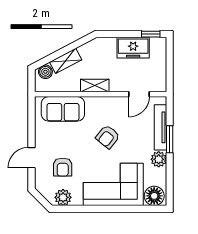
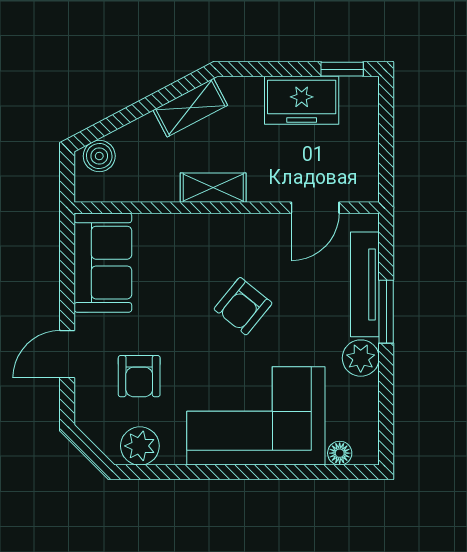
shelving: (66, 61) -> (190, 108), moved
sofa: (63, 109) -> (103, 263), moved, turned -90
floor lamp: (154, 196) -> (340, 453), width x0.53, depth x0.53

